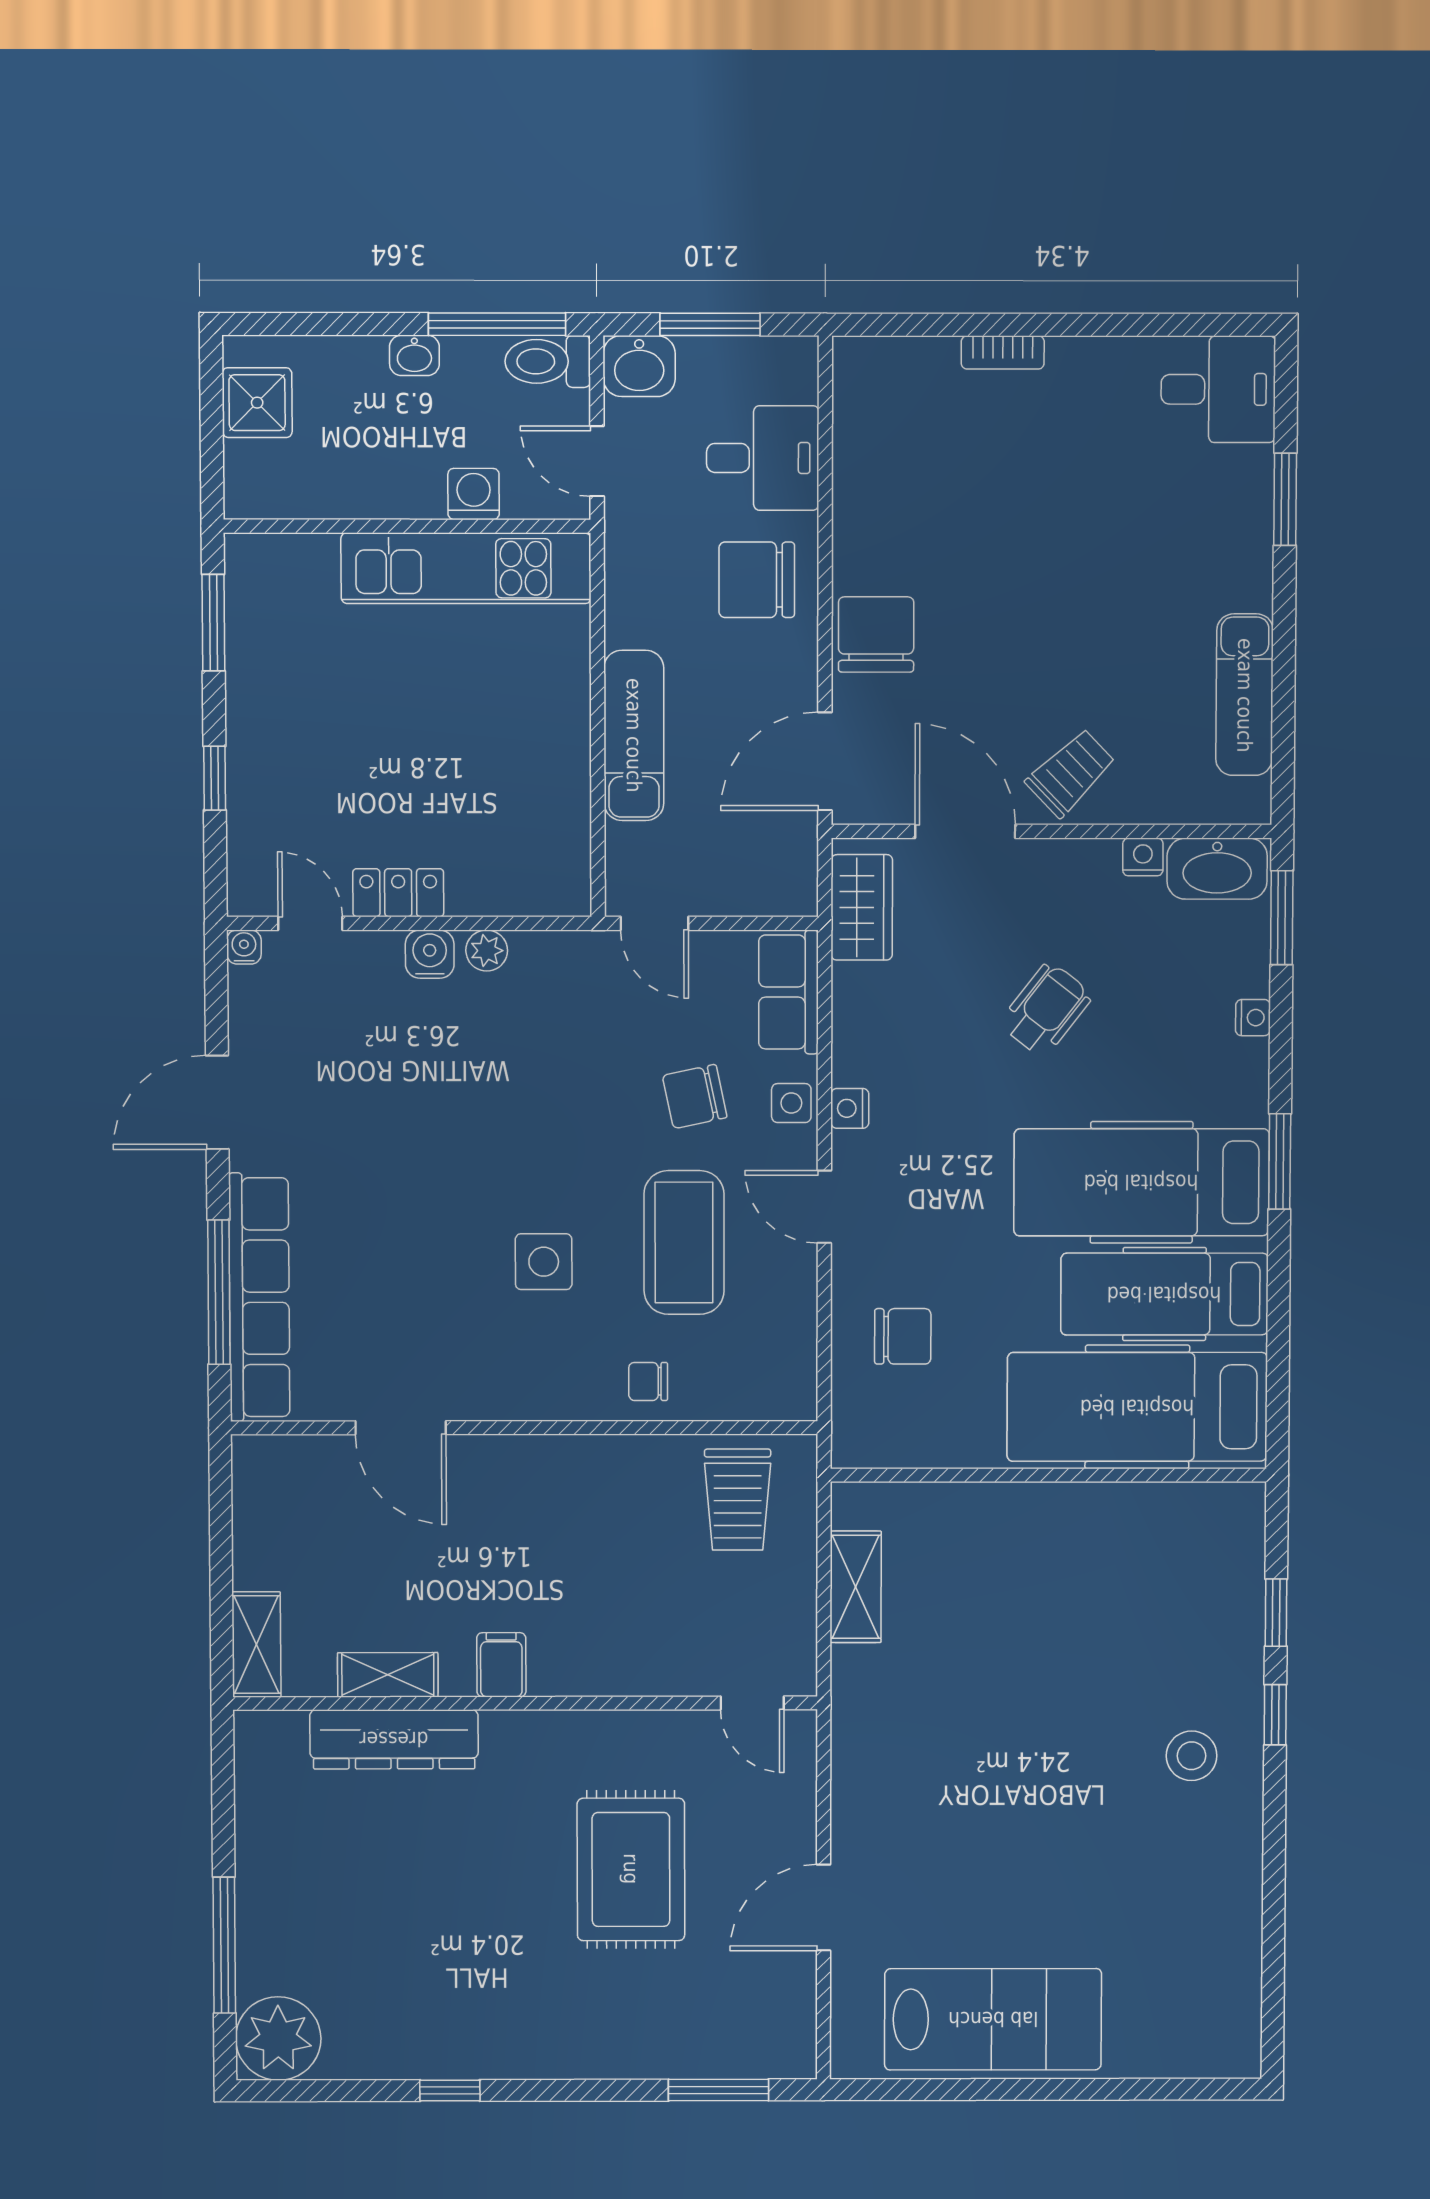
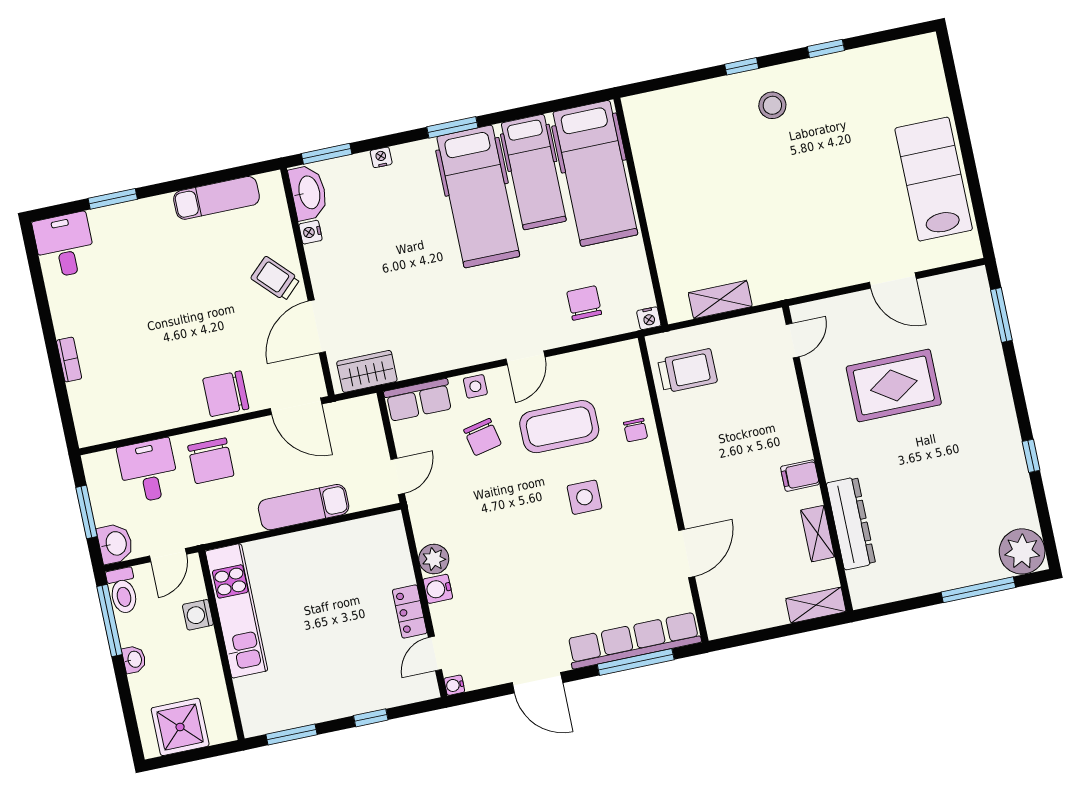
shower: (257, 403) -> (180, 727), width x1.36, depth x1.36
plant: (487, 951) -> (434, 559), width x1.38, depth x1.38
wheelchair: (1046, 1010) -> (399, 265), removed
nightstand: (850, 1108) -> (649, 318), moved
window: (1276, 1613) -> (826, 49), moved

